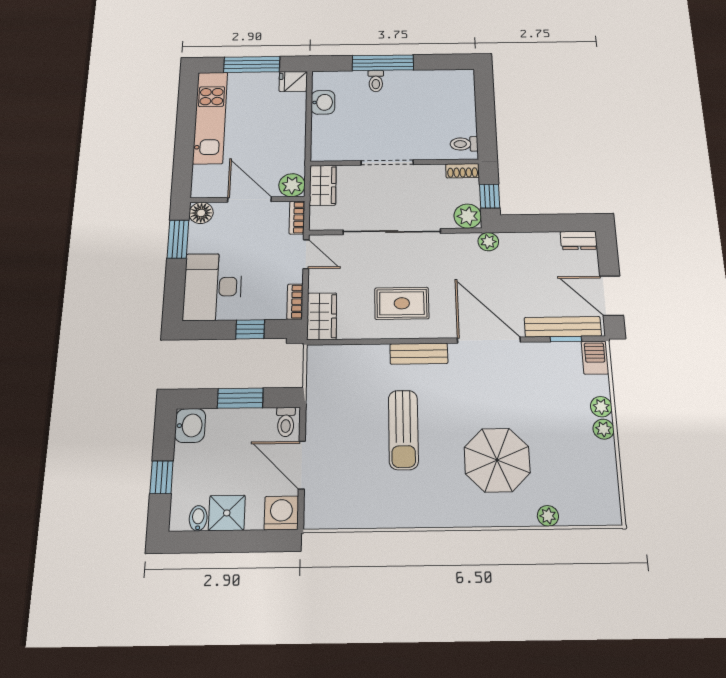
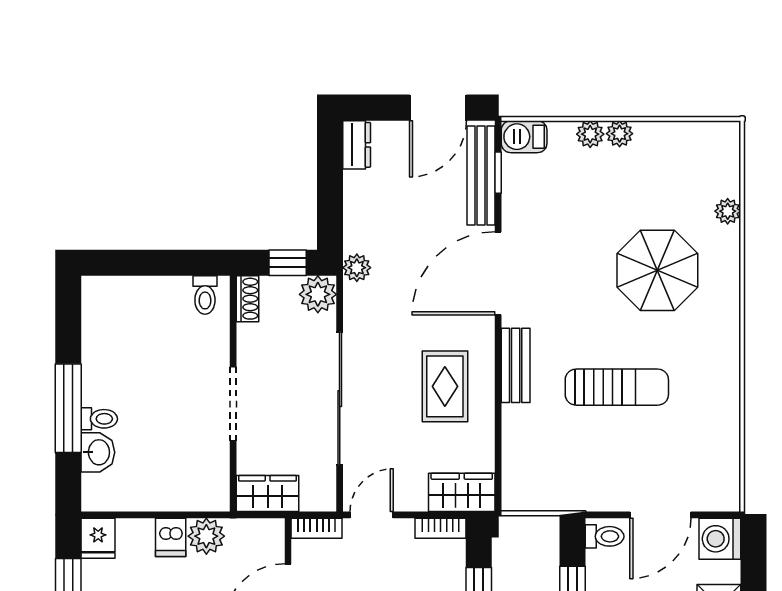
washbasin: (323, 102) -> (98, 452), moved, turned 90
dishwasher: (293, 125) -> (171, 537), added
plant: (292, 185) -> (206, 536), moved

